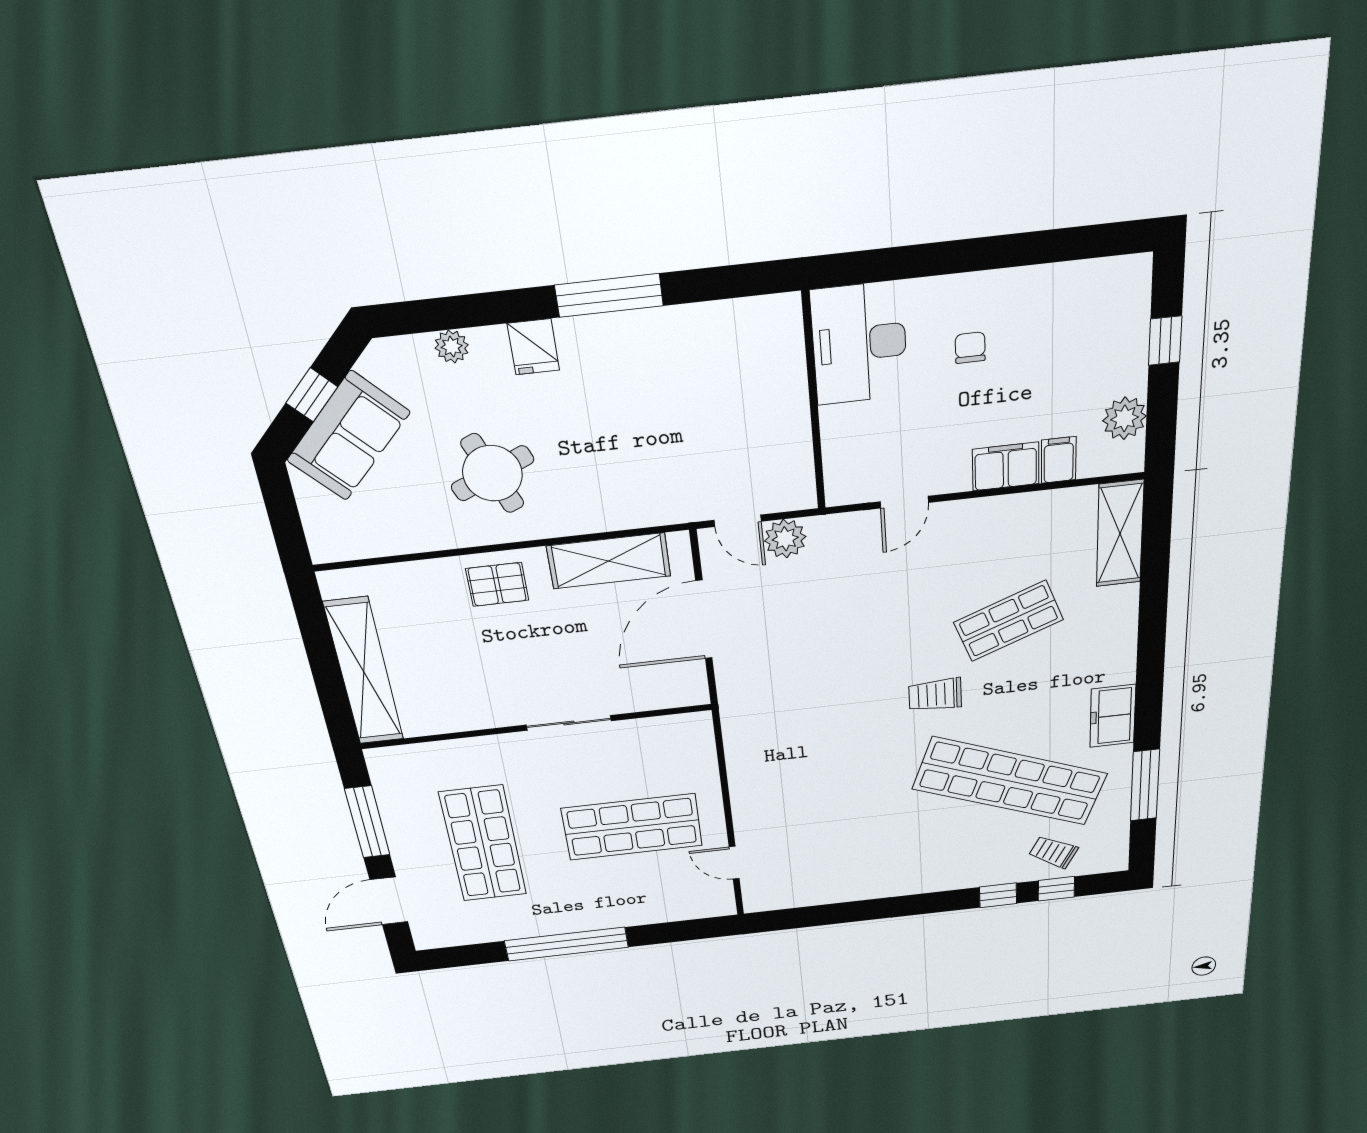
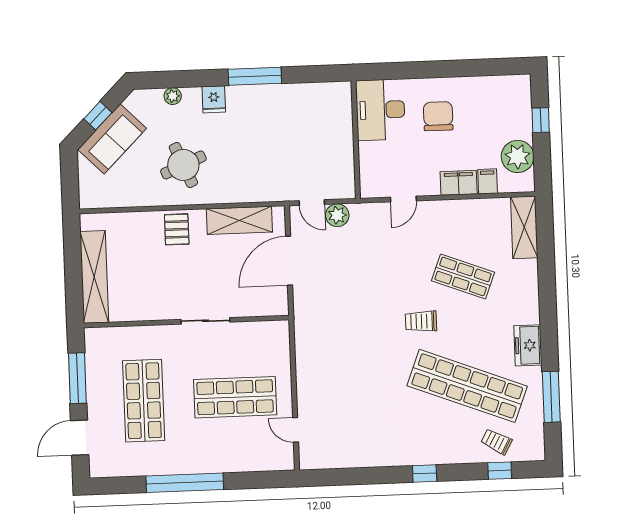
chair: (970, 348) -> (438, 116), width x1.87, depth x1.87
plant: (1125, 418) -> (518, 156), width x1.36, depth x1.36
pallet: (497, 584) -> (177, 229), turned 90
shop shelf: (1008, 621) -> (463, 276), turned 42
window: (998, 895) -> (425, 474), moved

